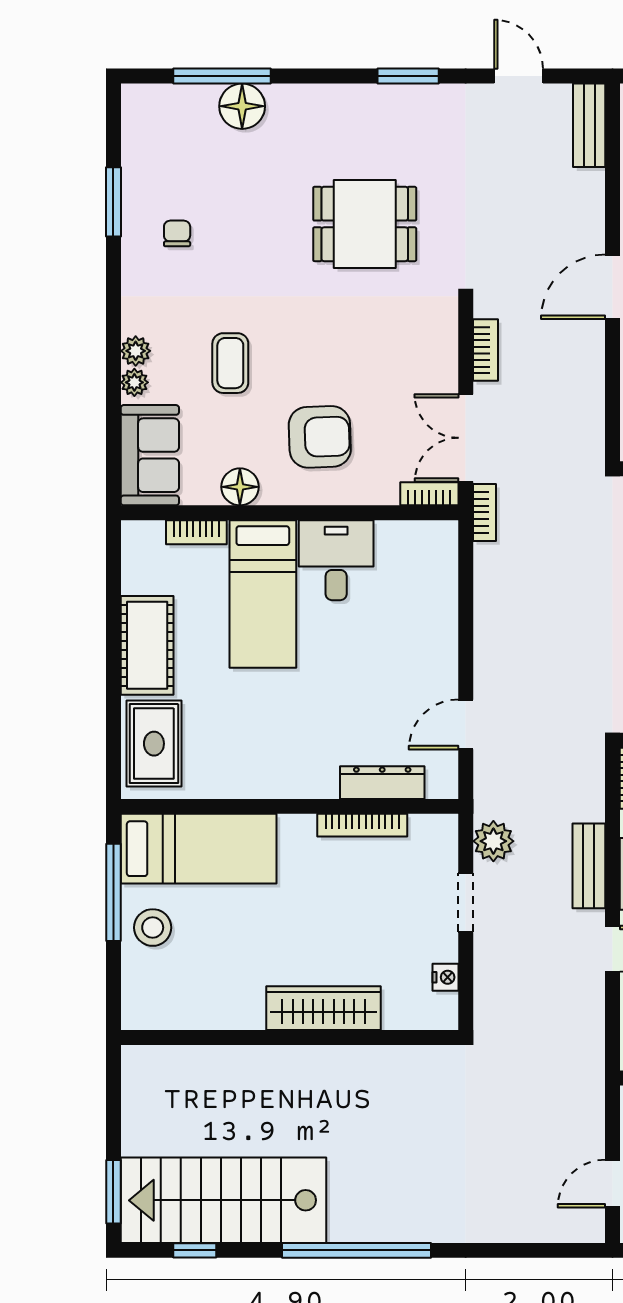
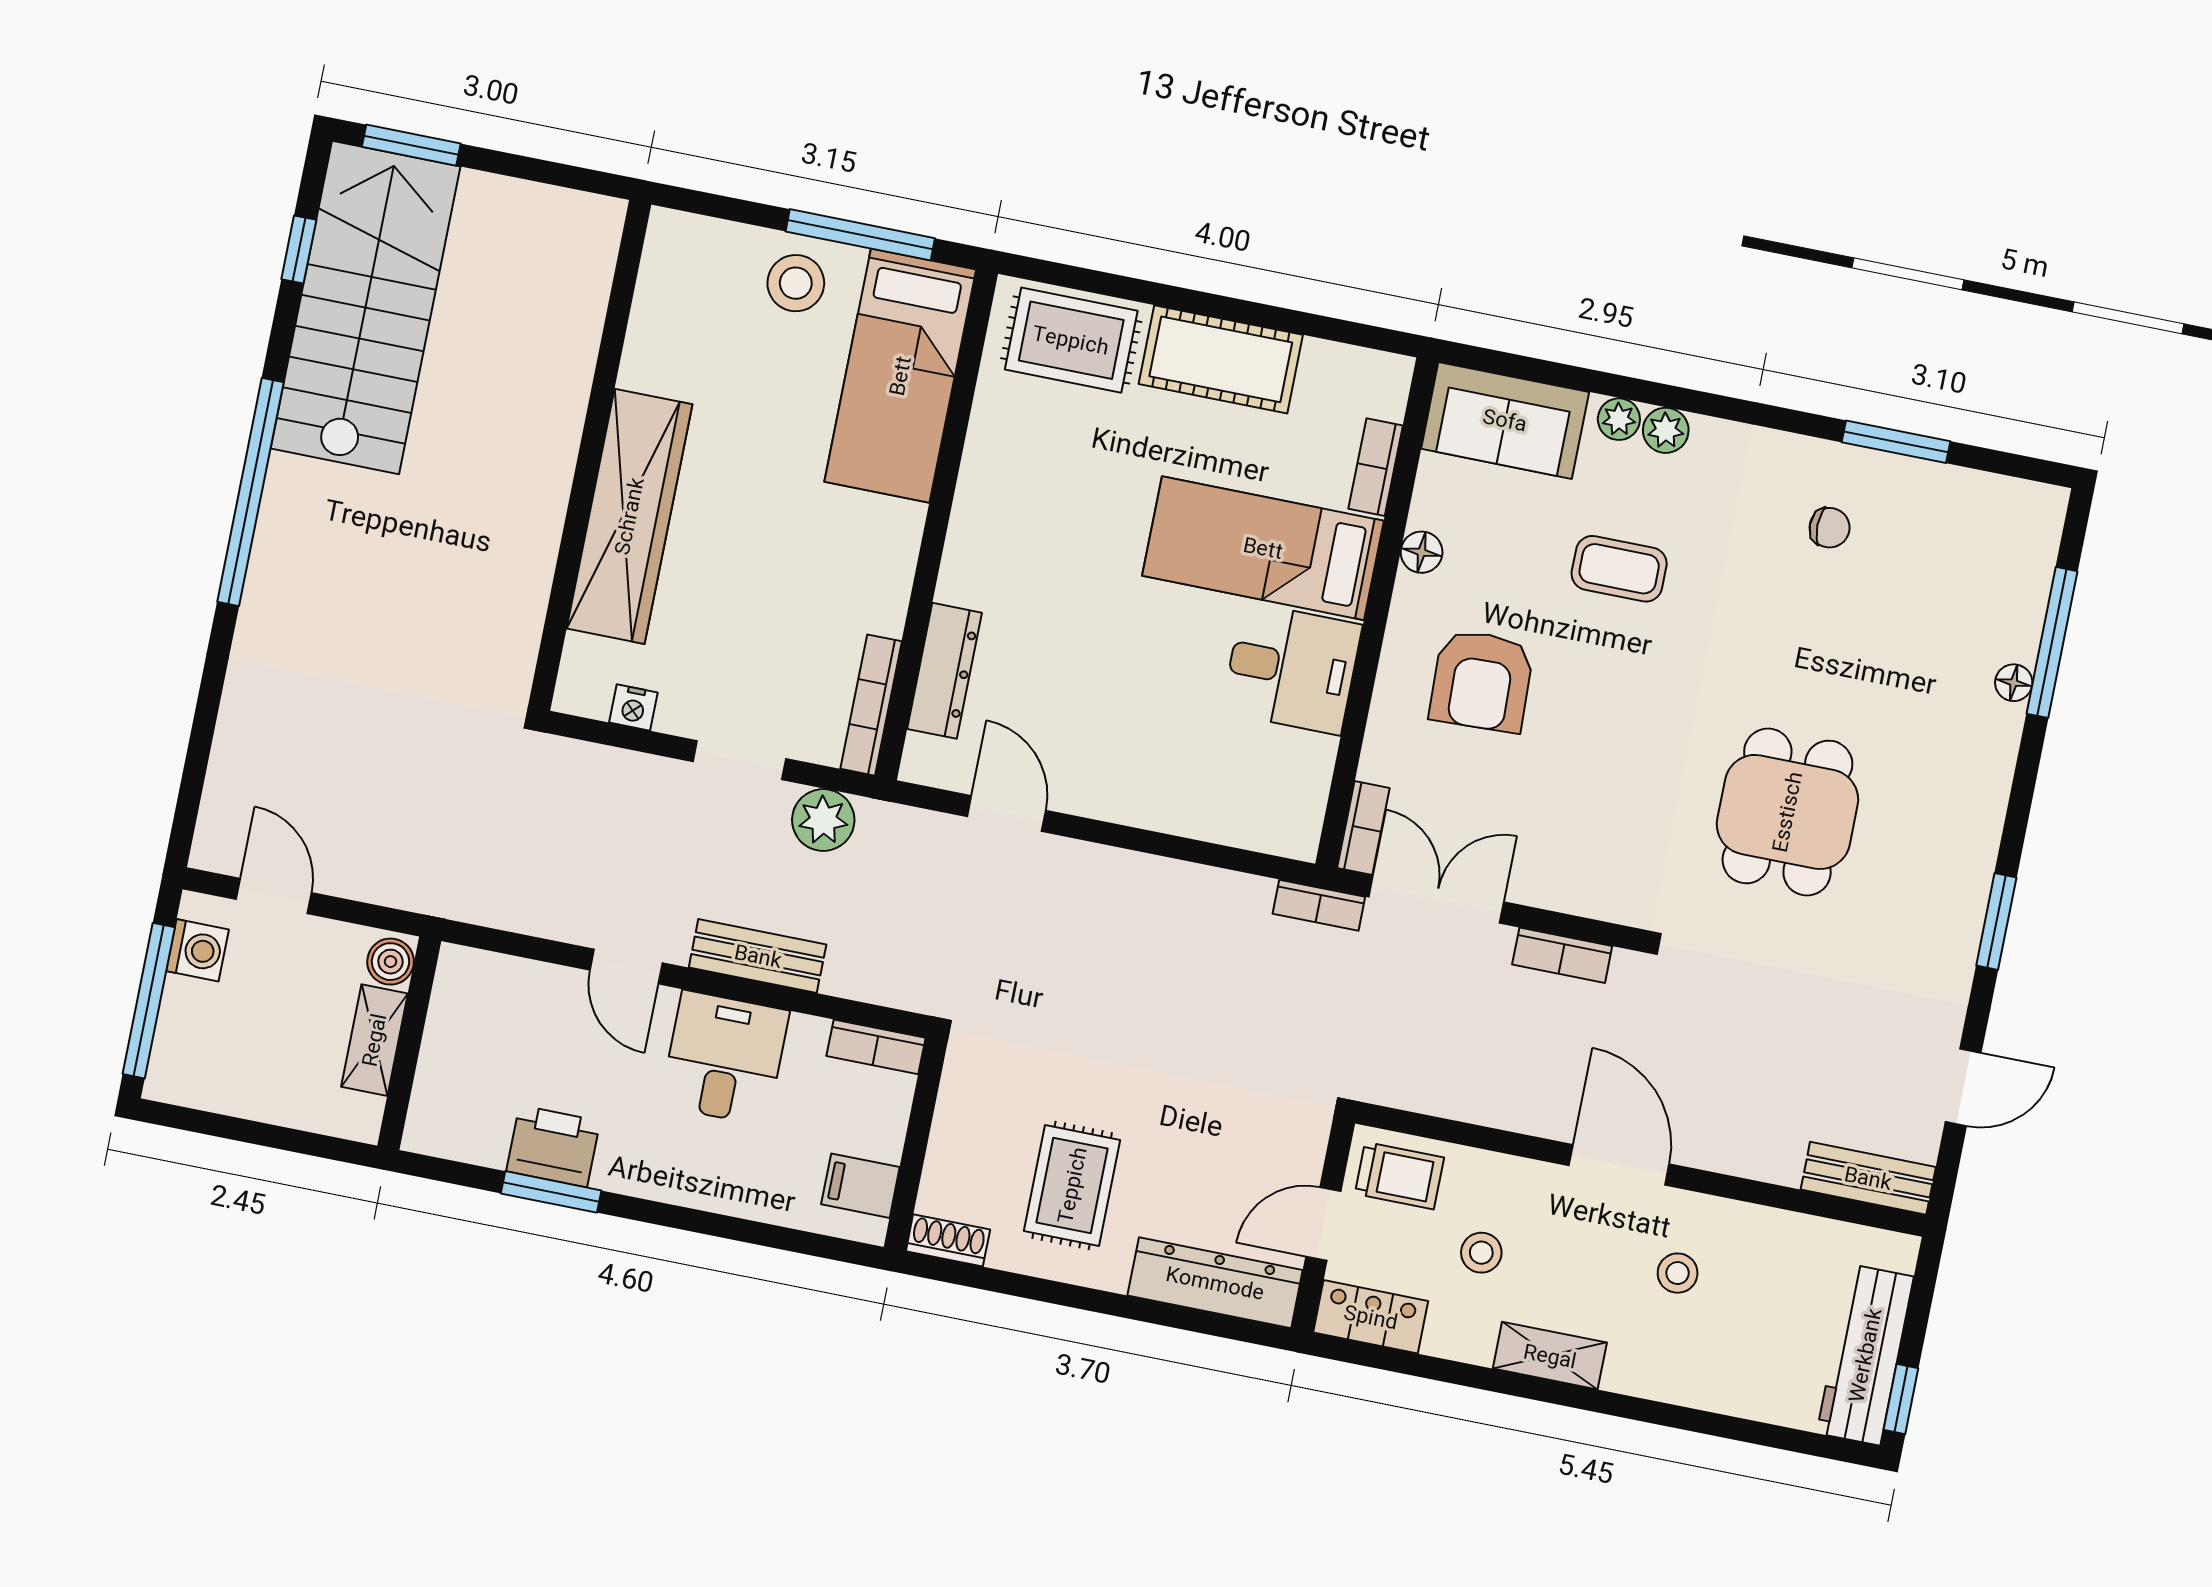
floor lamp: (242, 106) -> (2014, 683), width x0.53, depth x0.53
floor lamp: (240, 487) -> (1422, 552), width x0.73, depth x0.73
bookcase: (362, 825) -> (871, 705), moved
wardrobe: (323, 1008) -> (629, 516), width x1.40, depth x1.17

